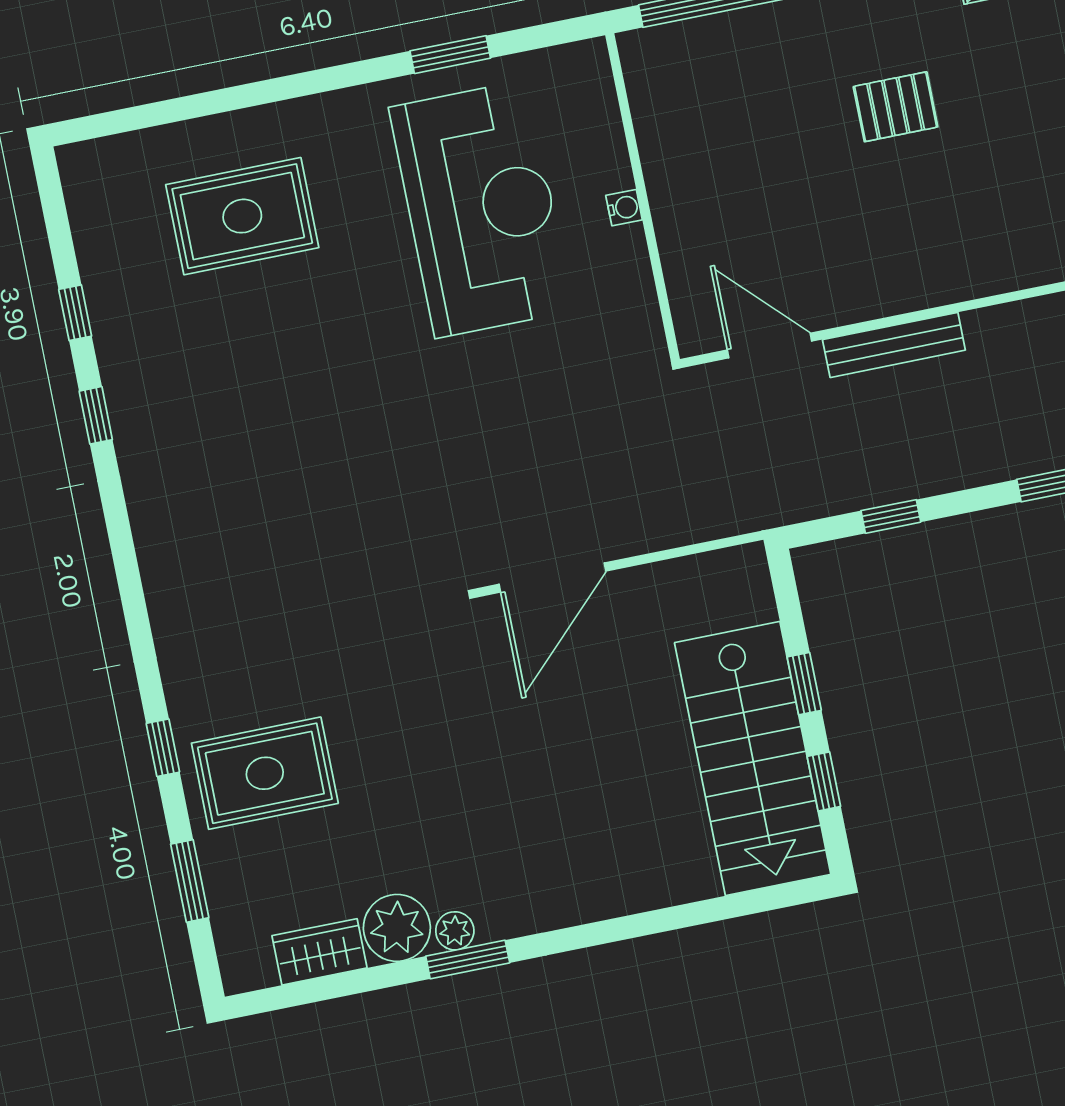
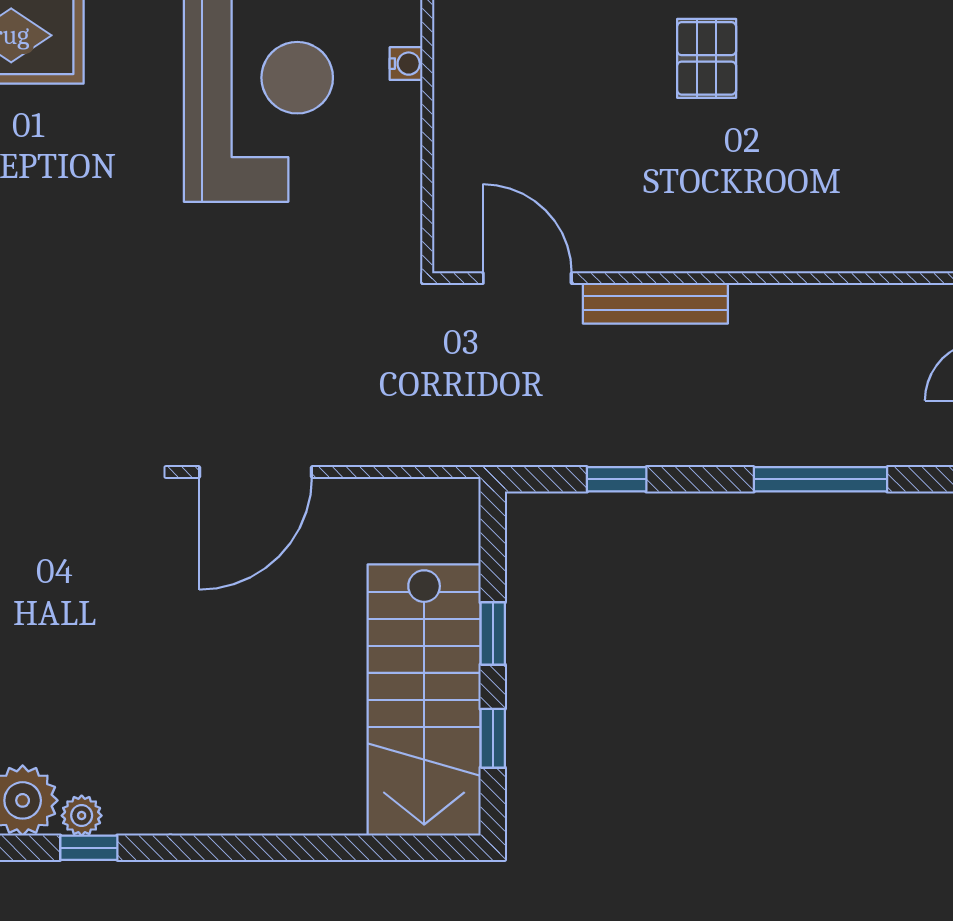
pallet: (896, 107) -> (707, 58), turned 90
water cooler: (624, 208) -> (406, 64), moved
window: (468, 959) -> (89, 848), width x0.67

